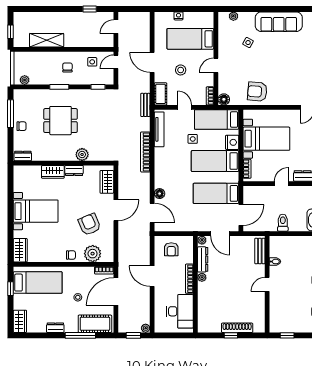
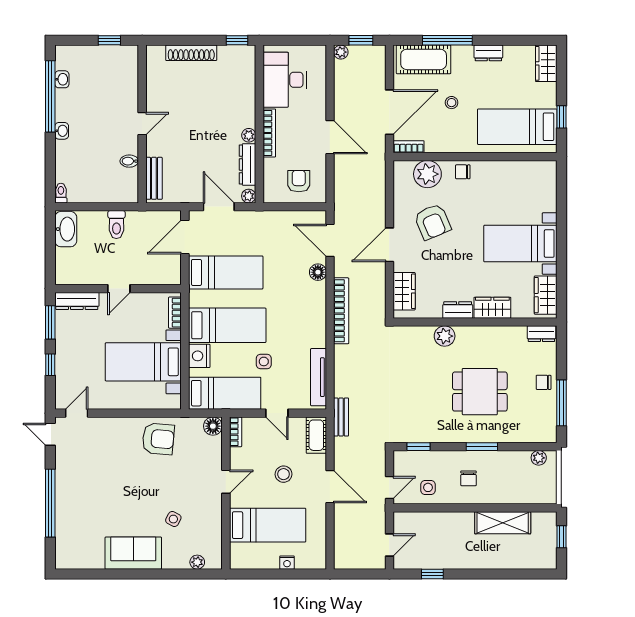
sofa: (279, 22) -> (133, 553), width x0.73
bookcase: (145, 152) -> (341, 311), moved
wardrobe: (20, 250) -> (546, 295), moved
window: (231, 335) -> (237, 40), moved

